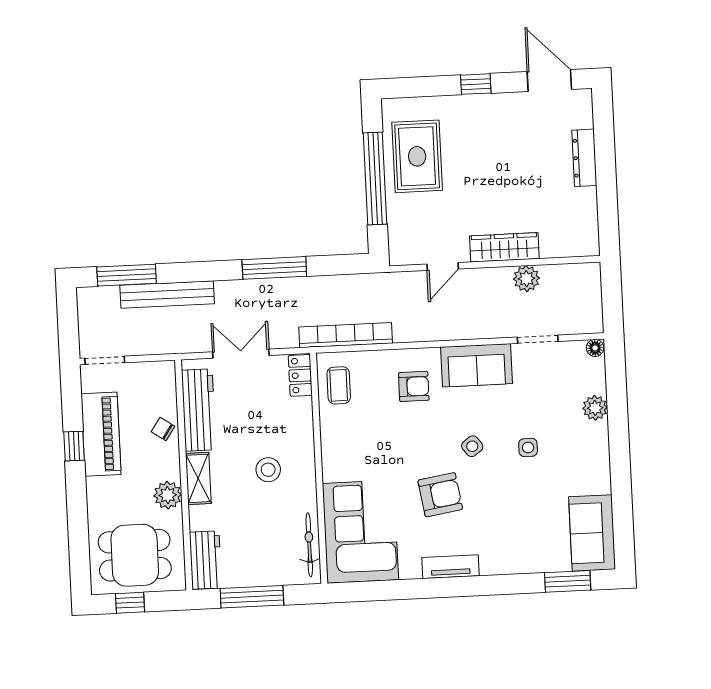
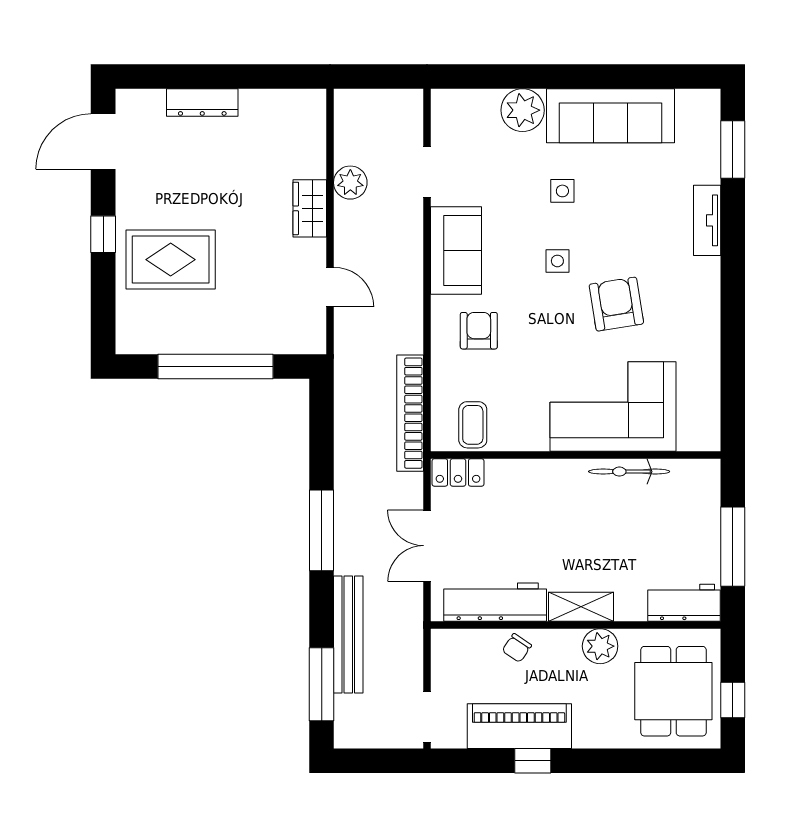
rug: (417, 156) -> (171, 260), moved
wardrobe: (504, 247) -> (310, 208), width x0.67
window: (274, 268) -> (322, 530), moved
floor lamp: (595, 348) -> (442, 101), removed
coffee table: (339, 385) -> (473, 425), turned 90
plant: (595, 408) -> (523, 110), width x1.36, depth x1.36
side table: (472, 446) -> (557, 261), turned 37
stool: (268, 470) -> (574, 518), removed
corner sofa: (360, 532) -> (613, 406), moved
sofa: (592, 533) -> (610, 116), moved, width x1.36
bicycle: (309, 545) -> (629, 472), moved
tv unit: (450, 567) -> (707, 220), moved

